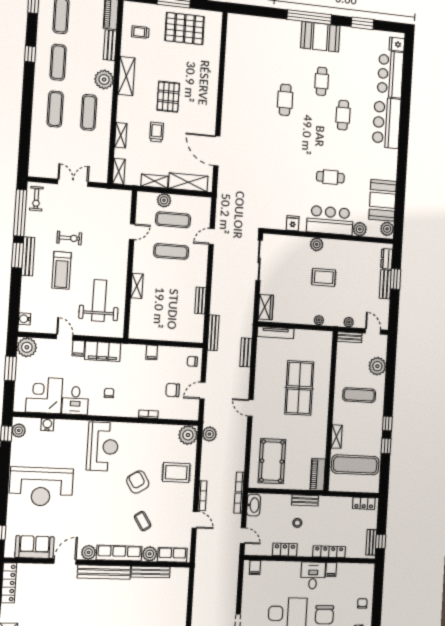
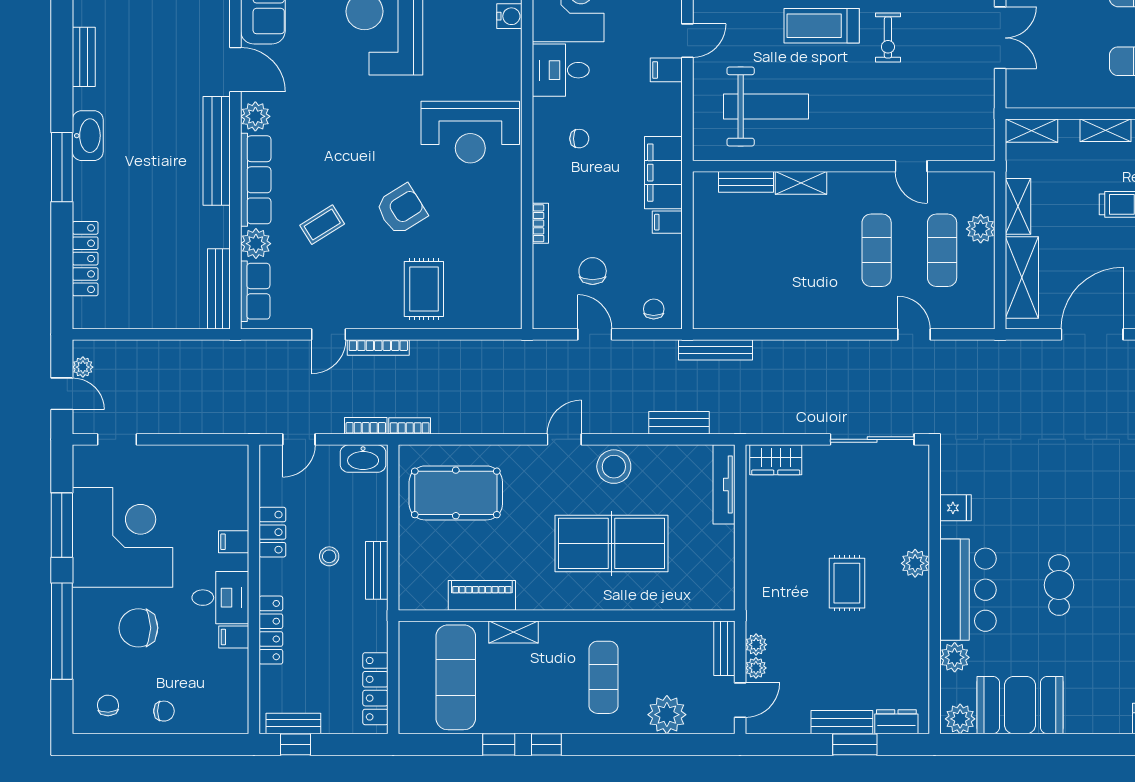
bench: (200, 301) -> (746, 182), moved
plant: (319, 320) -> (756, 668), moved
filing cabinet: (103, 351) -> (663, 173), moved
stool: (264, 385) -> (614, 467), added
plant: (209, 434) -> (506, 355), removed
plant: (188, 435) -> (502, 309), removed
piano: (318, 475) -> (482, 595), moved
locker: (364, 503) -> (375, 689), width x1.53
filing cabinet: (255, 568) -> (234, 542), moved
bench: (151, 572) -> (219, 289), moved

